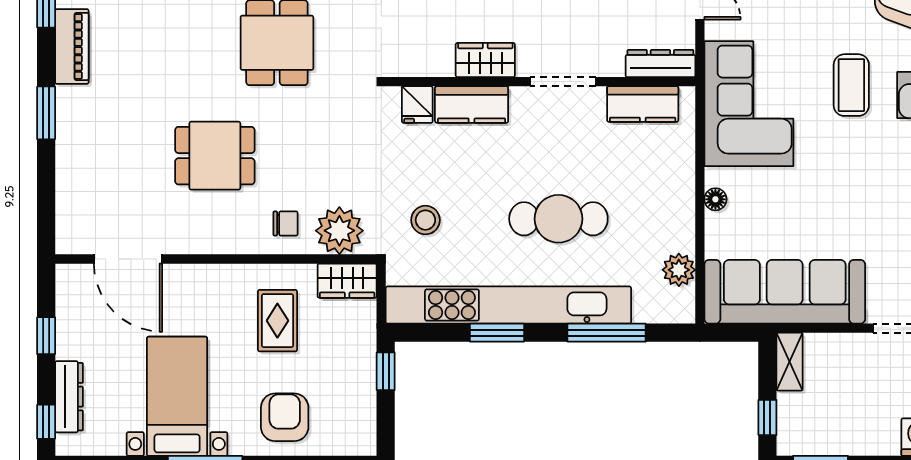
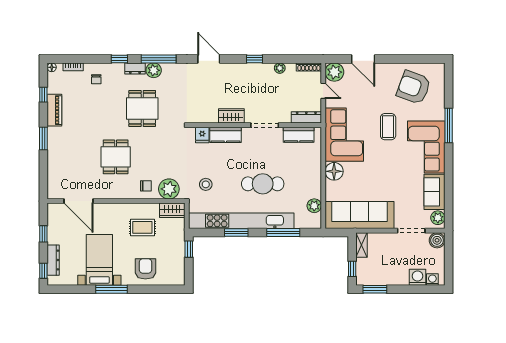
dining table: (215, 156) -> (116, 157), turned 90
floor lamp: (715, 199) -> (334, 171), width x1.89, depth x1.89
rug: (277, 321) -> (142, 227), turned 90

